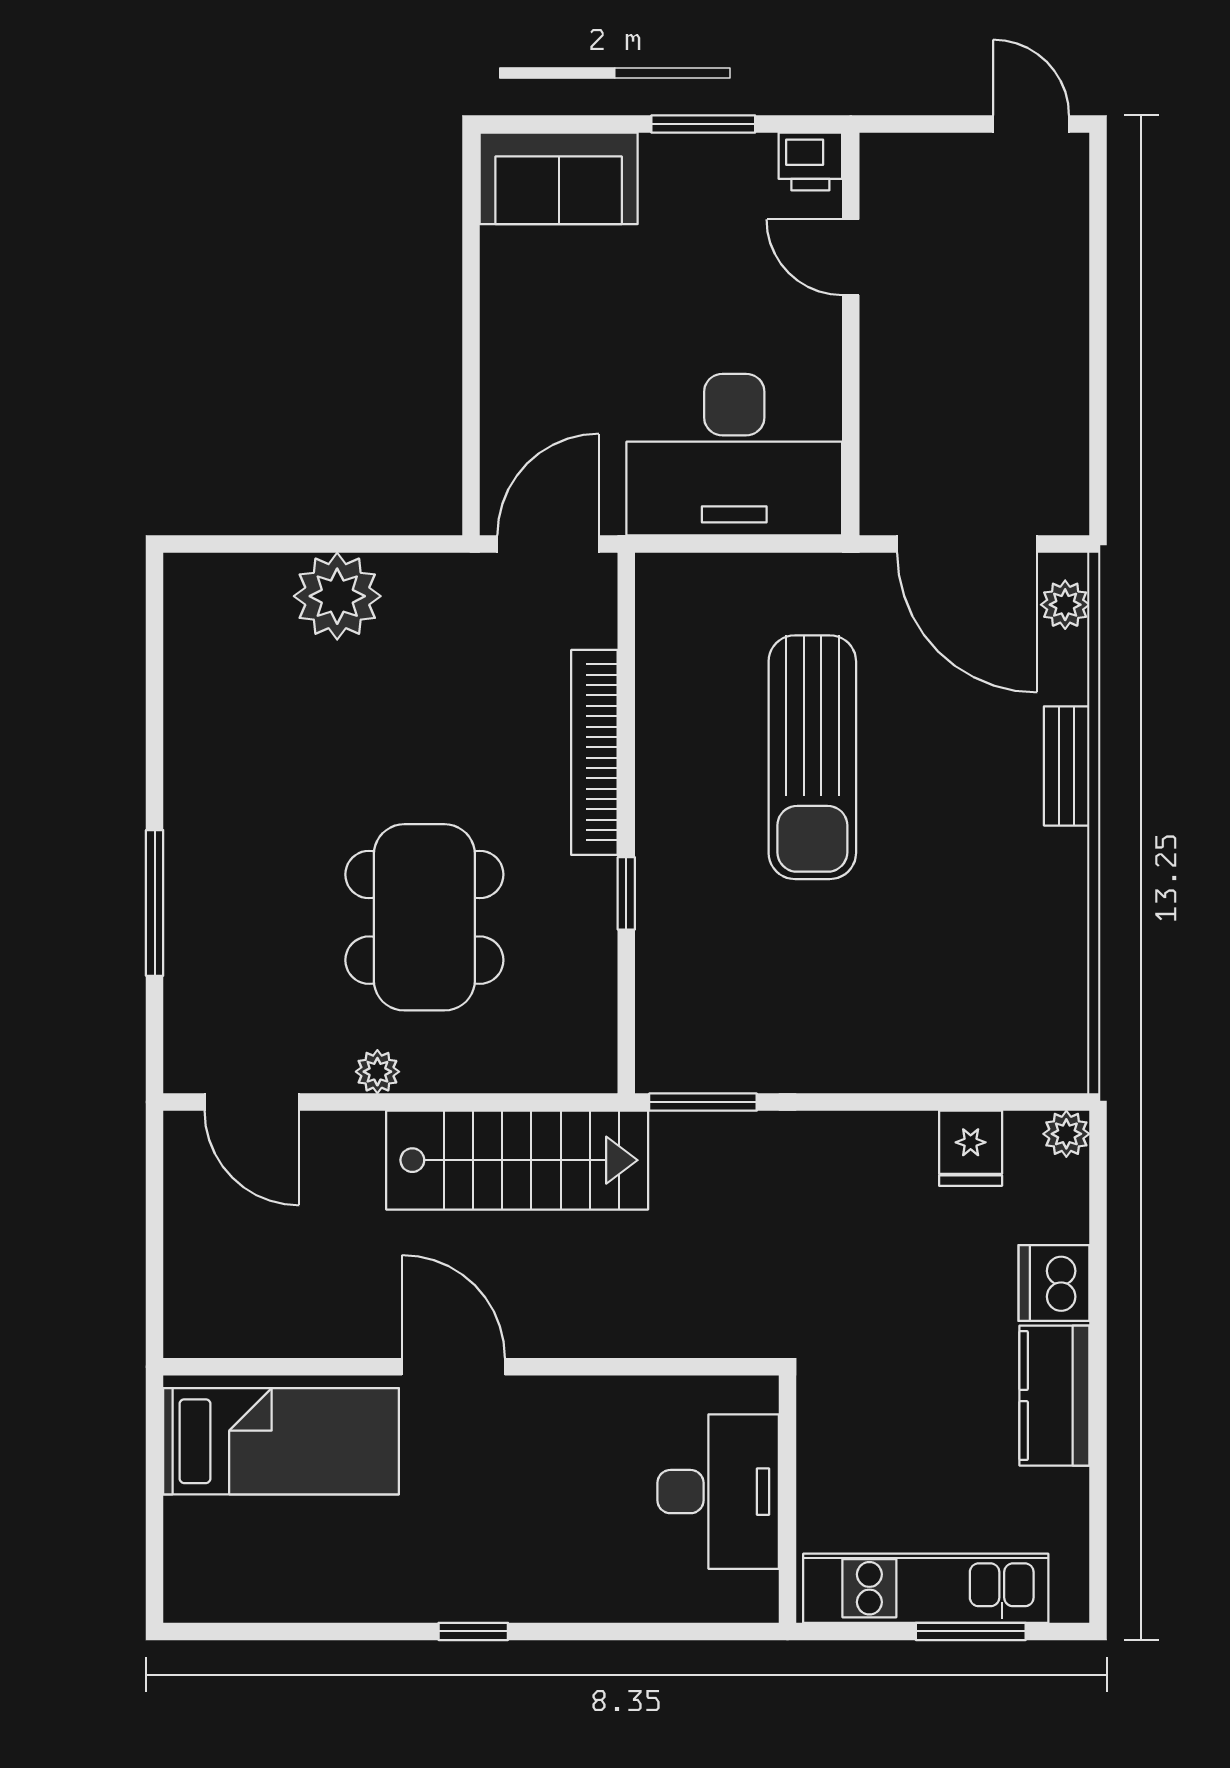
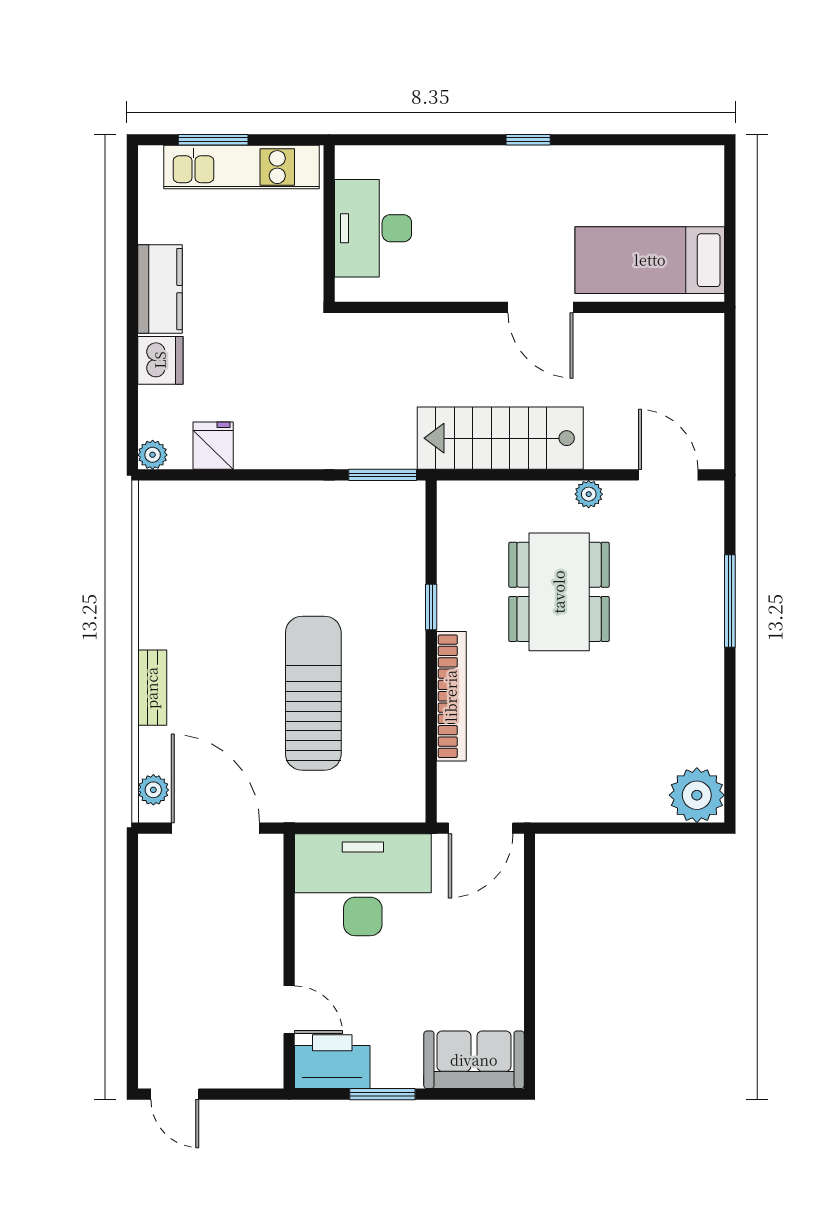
printer: (810, 161) -> (332, 1062), width x1.87, depth x1.48
plant: (337, 596) -> (697, 795), moved

